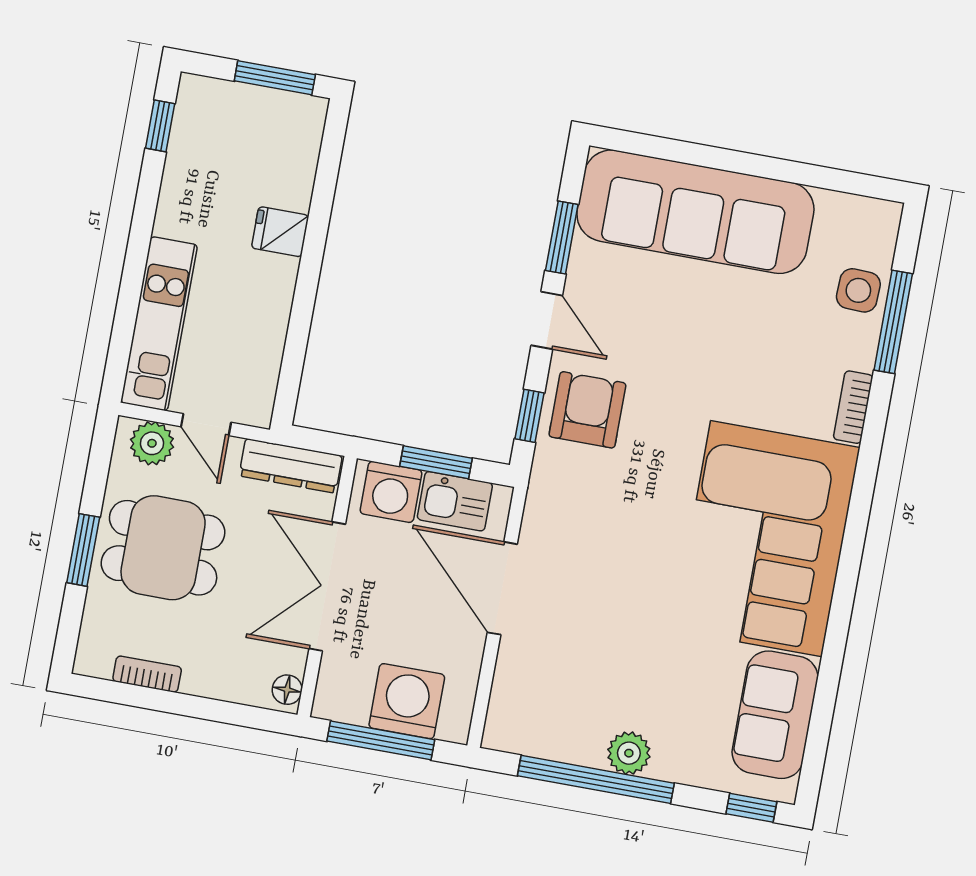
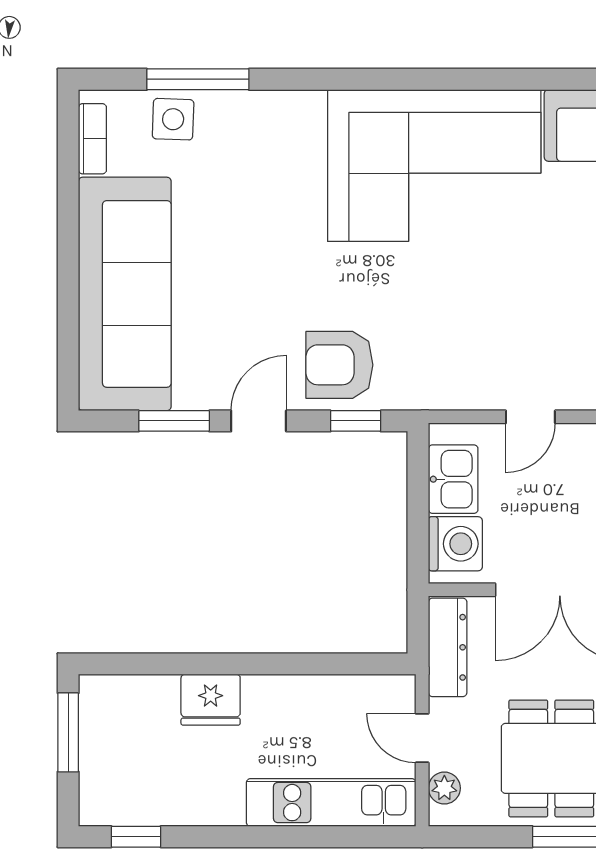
fridge: (280, 232) -> (211, 700), width x1.38
bookcase: (853, 407) -> (92, 139), moved, turned -90
door: (206, 425) -> (422, 738), swing flipped
plant: (152, 443) -> (444, 788), width x0.73, depth x0.73
window: (436, 462) -> (418, 505), removed
door: (502, 588) -> (530, 417), width x0.53

